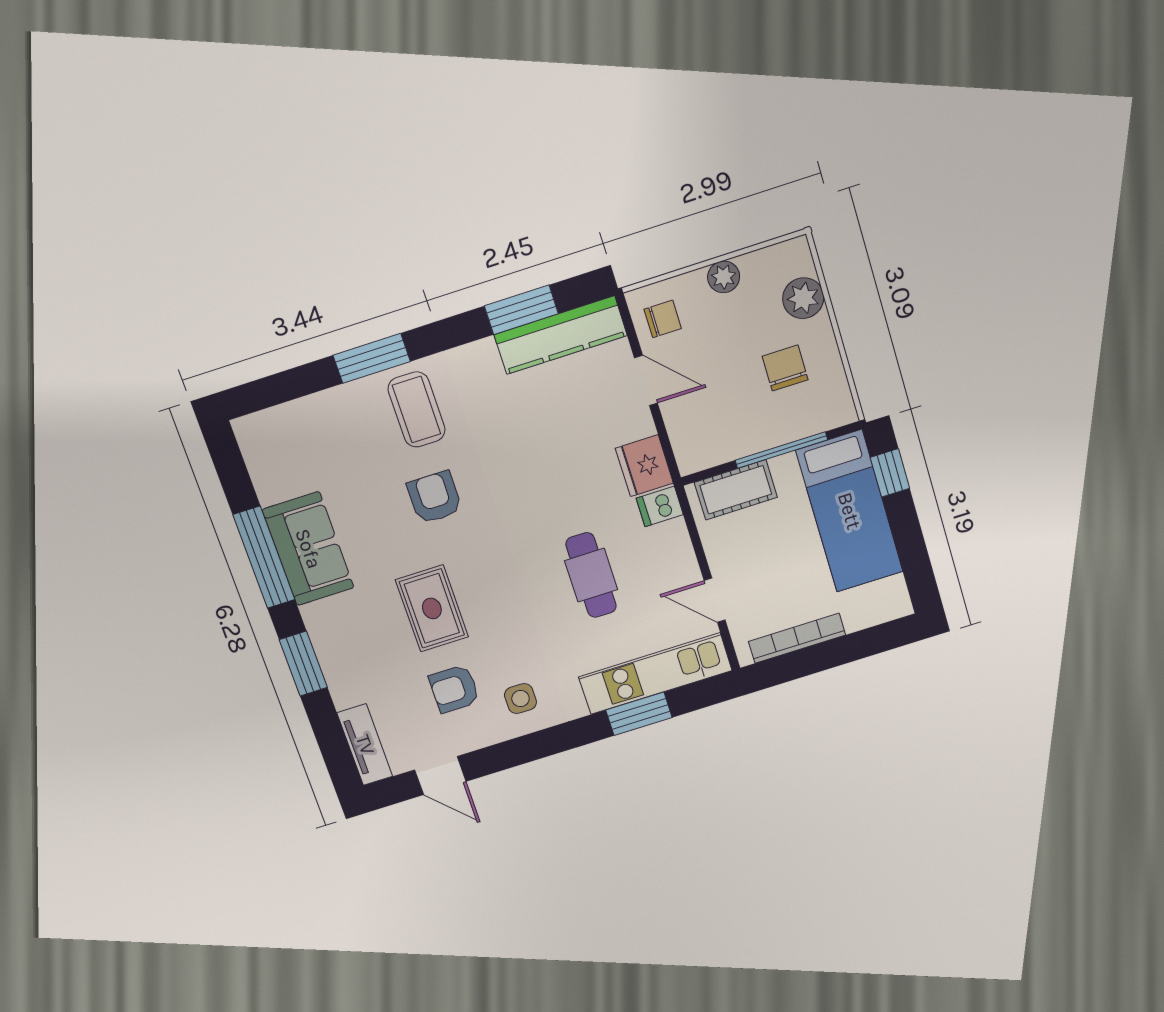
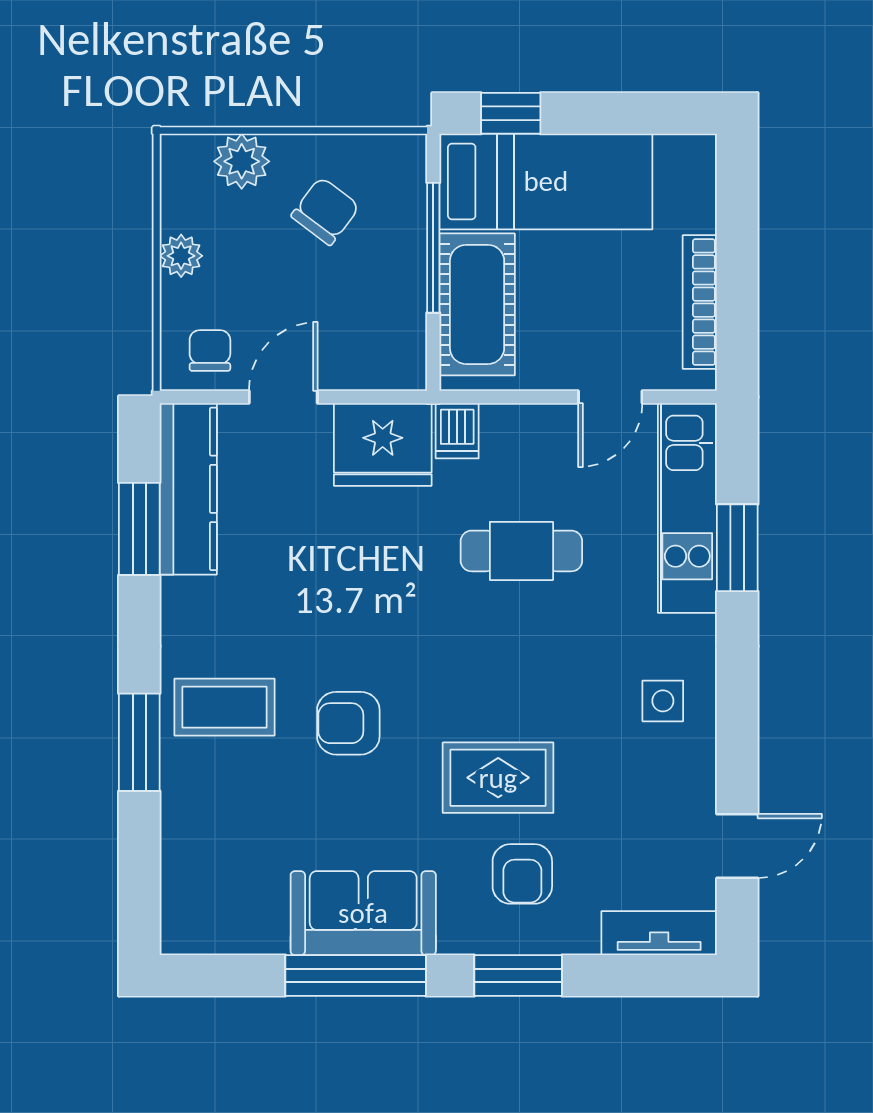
chair: (785, 368) -> (325, 211), turned 127
fridge: (644, 466) -> (383, 444), width x1.36, depth x1.34
cot: (736, 490) -> (477, 304), width x1.37, depth x1.34
armchair: (454, 689) -> (522, 874), moved

